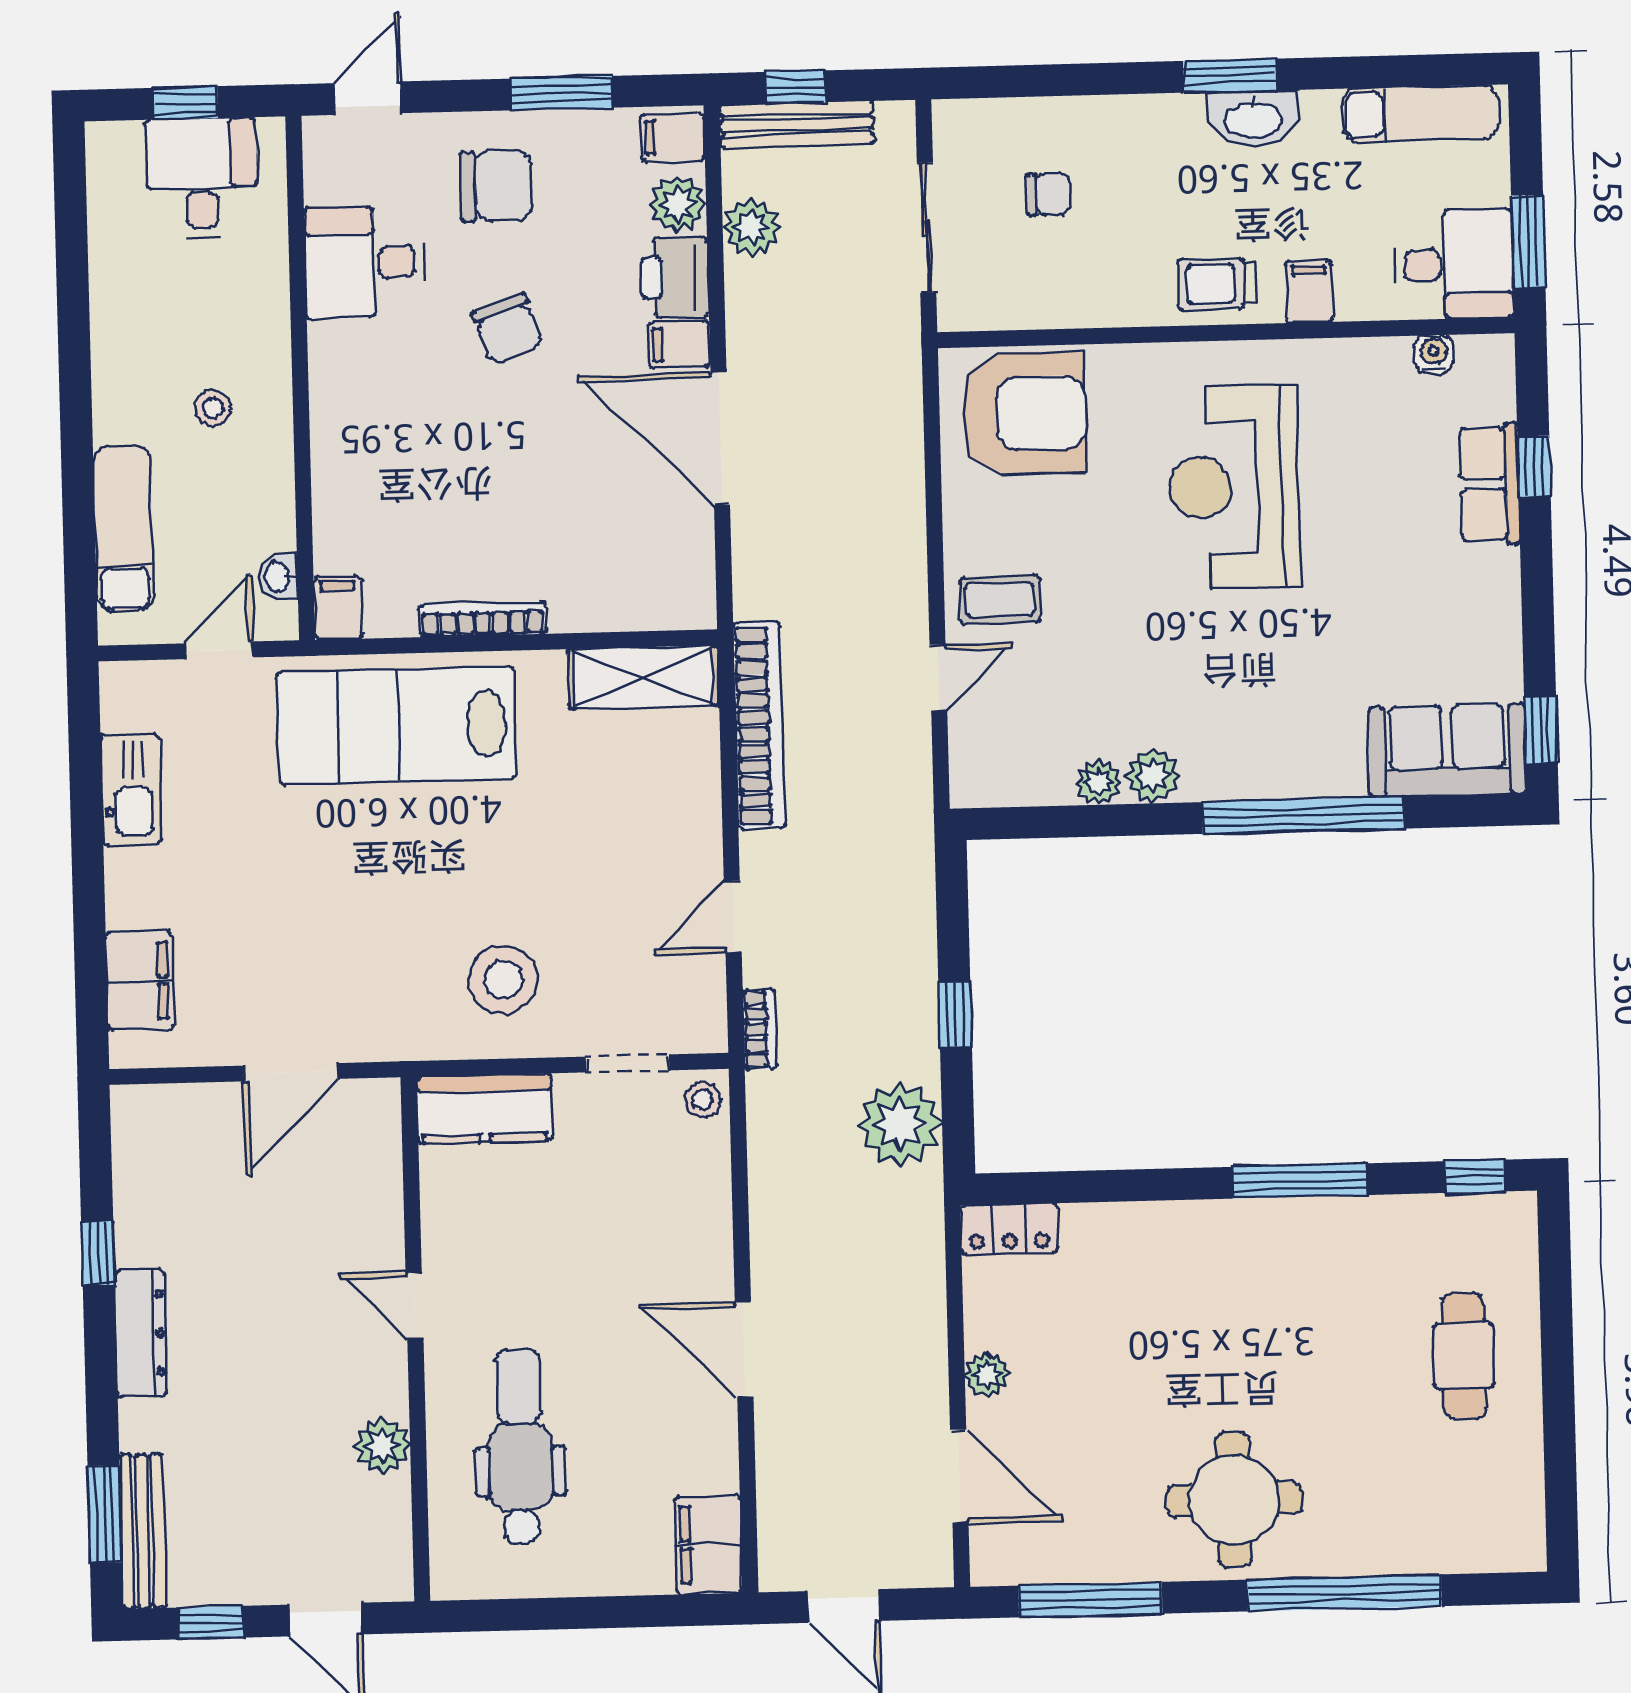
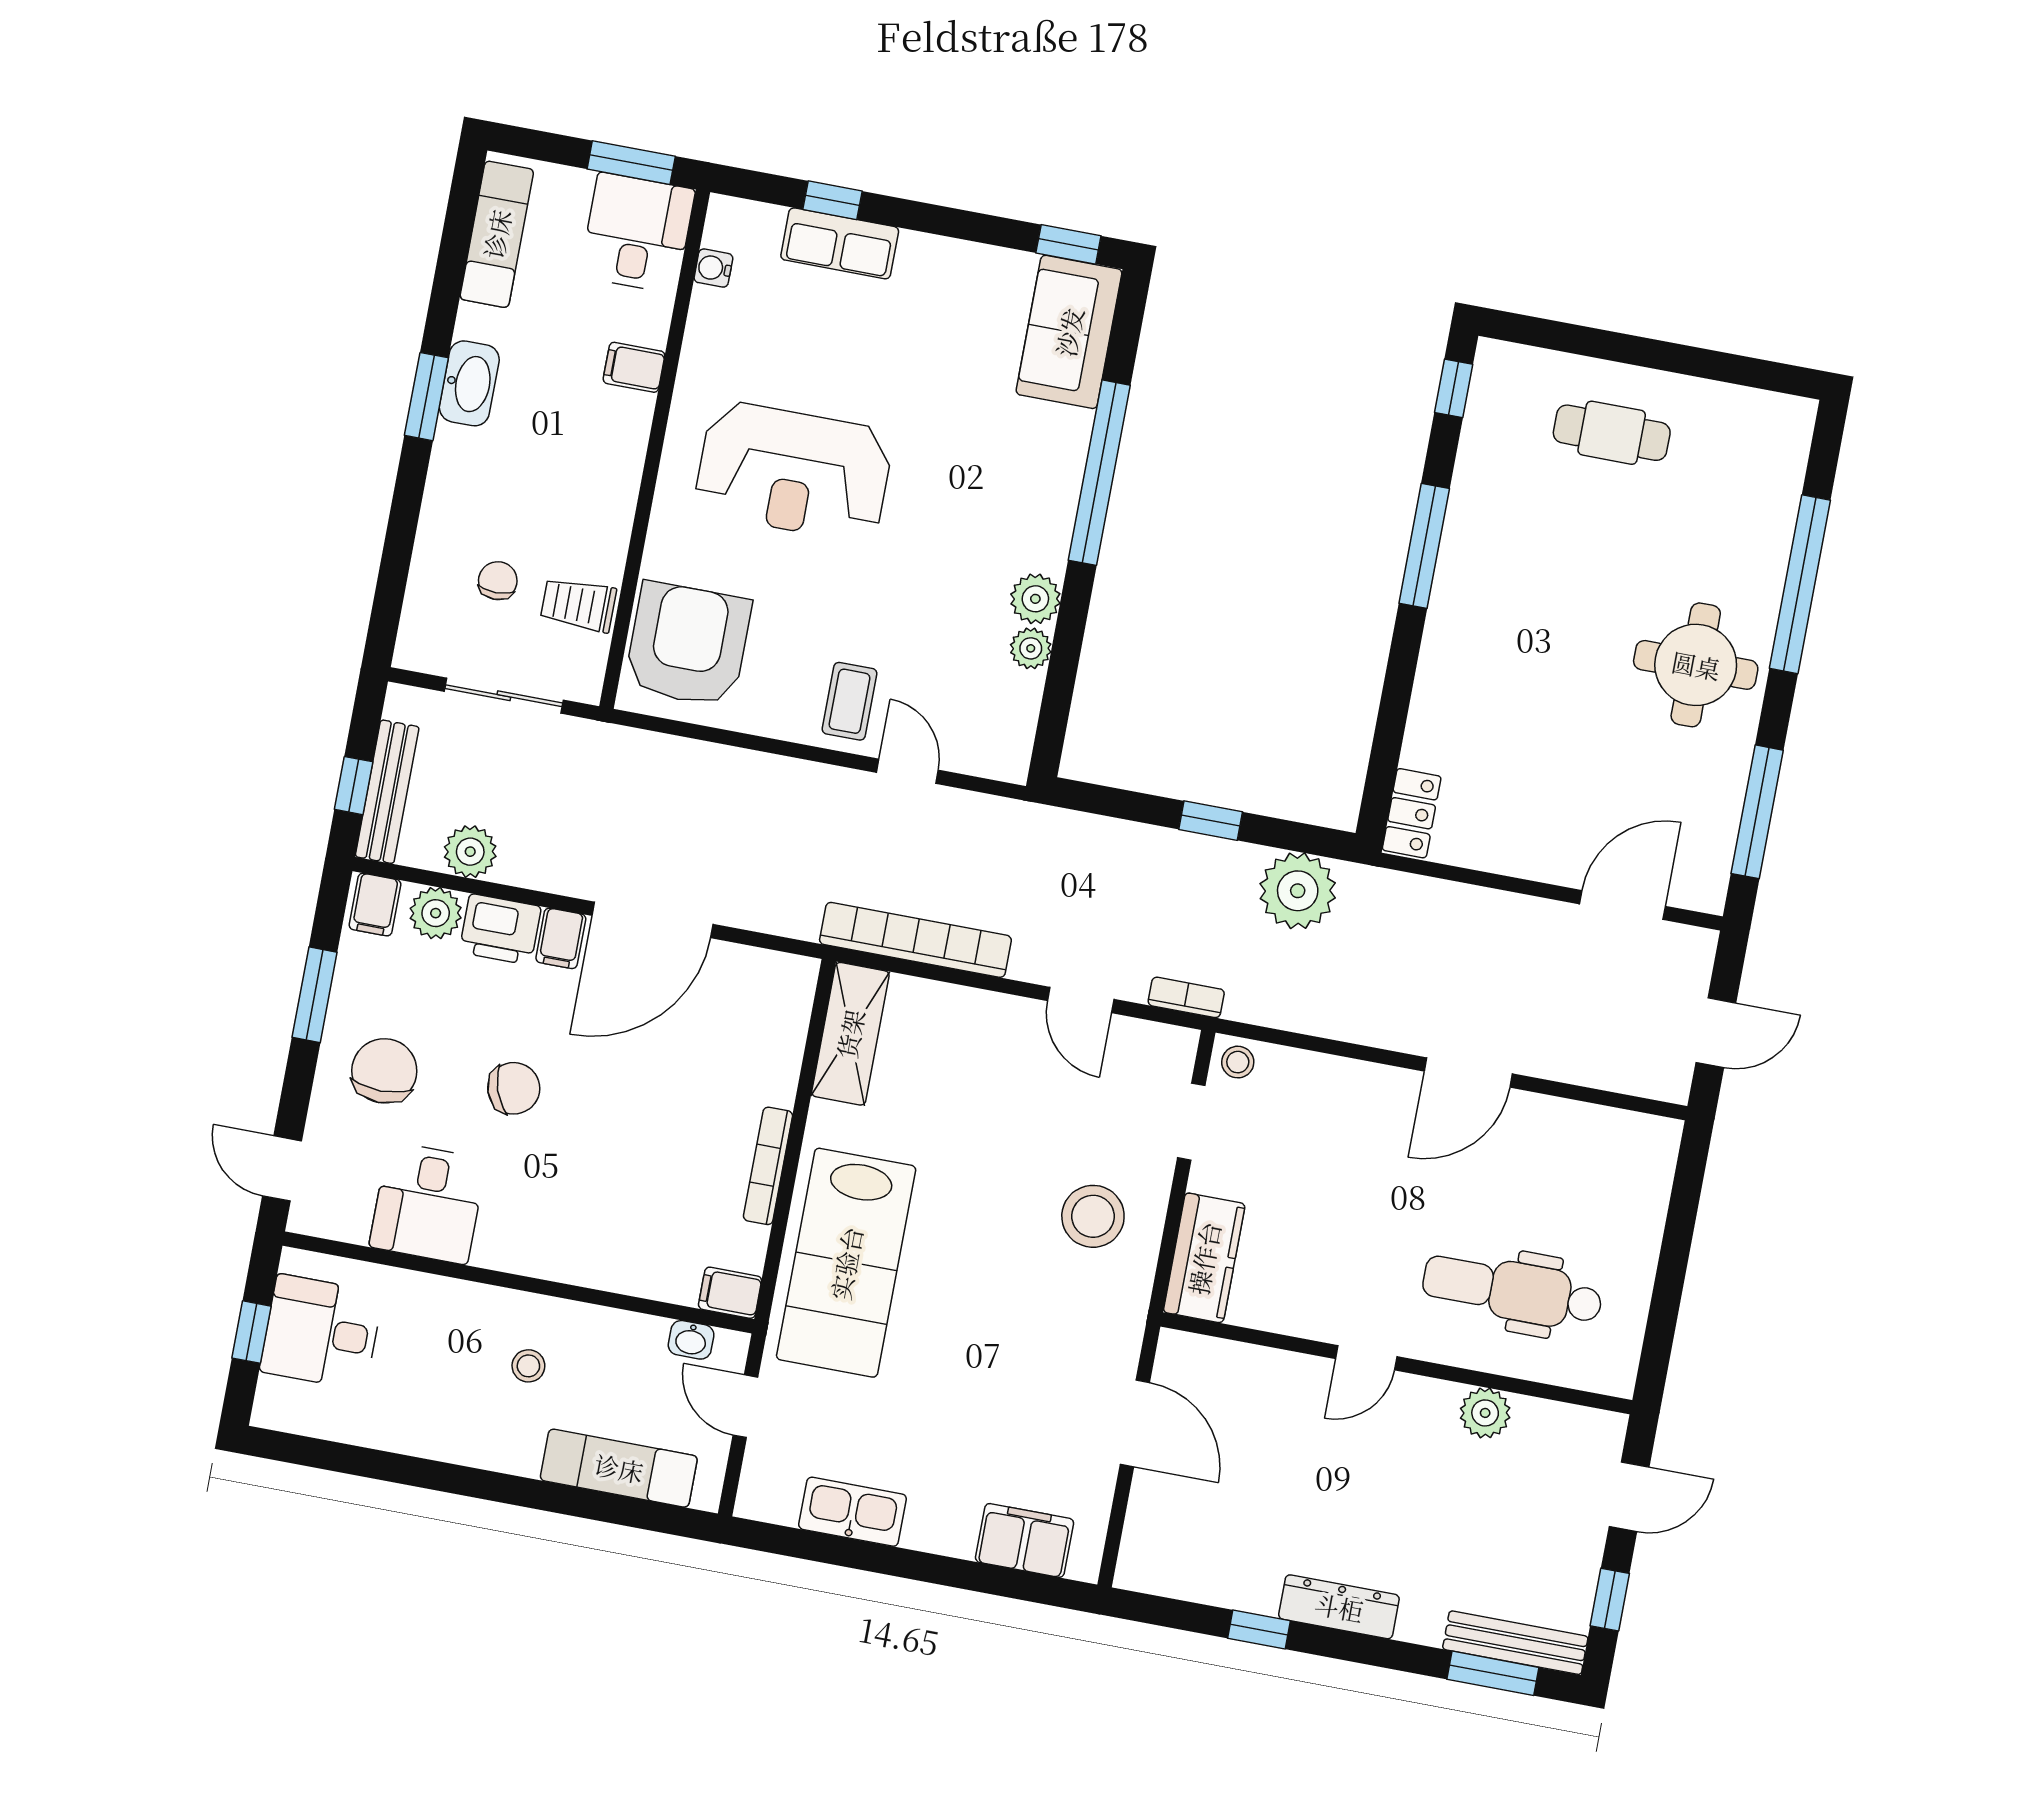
trolley: (1216, 284) -> (578, 605), moved, turned 90
plant: (987, 1374) -> (1537, 861), removed
filing cabinet: (708, 1544) -> (1635, 1141), removed

